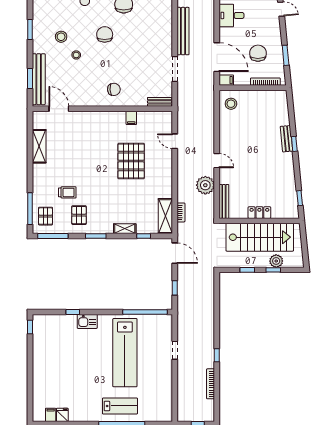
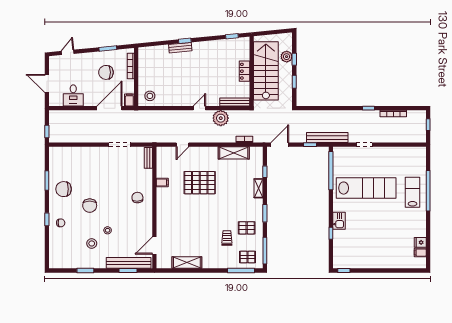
bench: (183, 31) -> (327, 138), moved
chair: (105, 34) -> (90, 206), turned -90
shelving: (165, 216) -> (234, 153), moved

